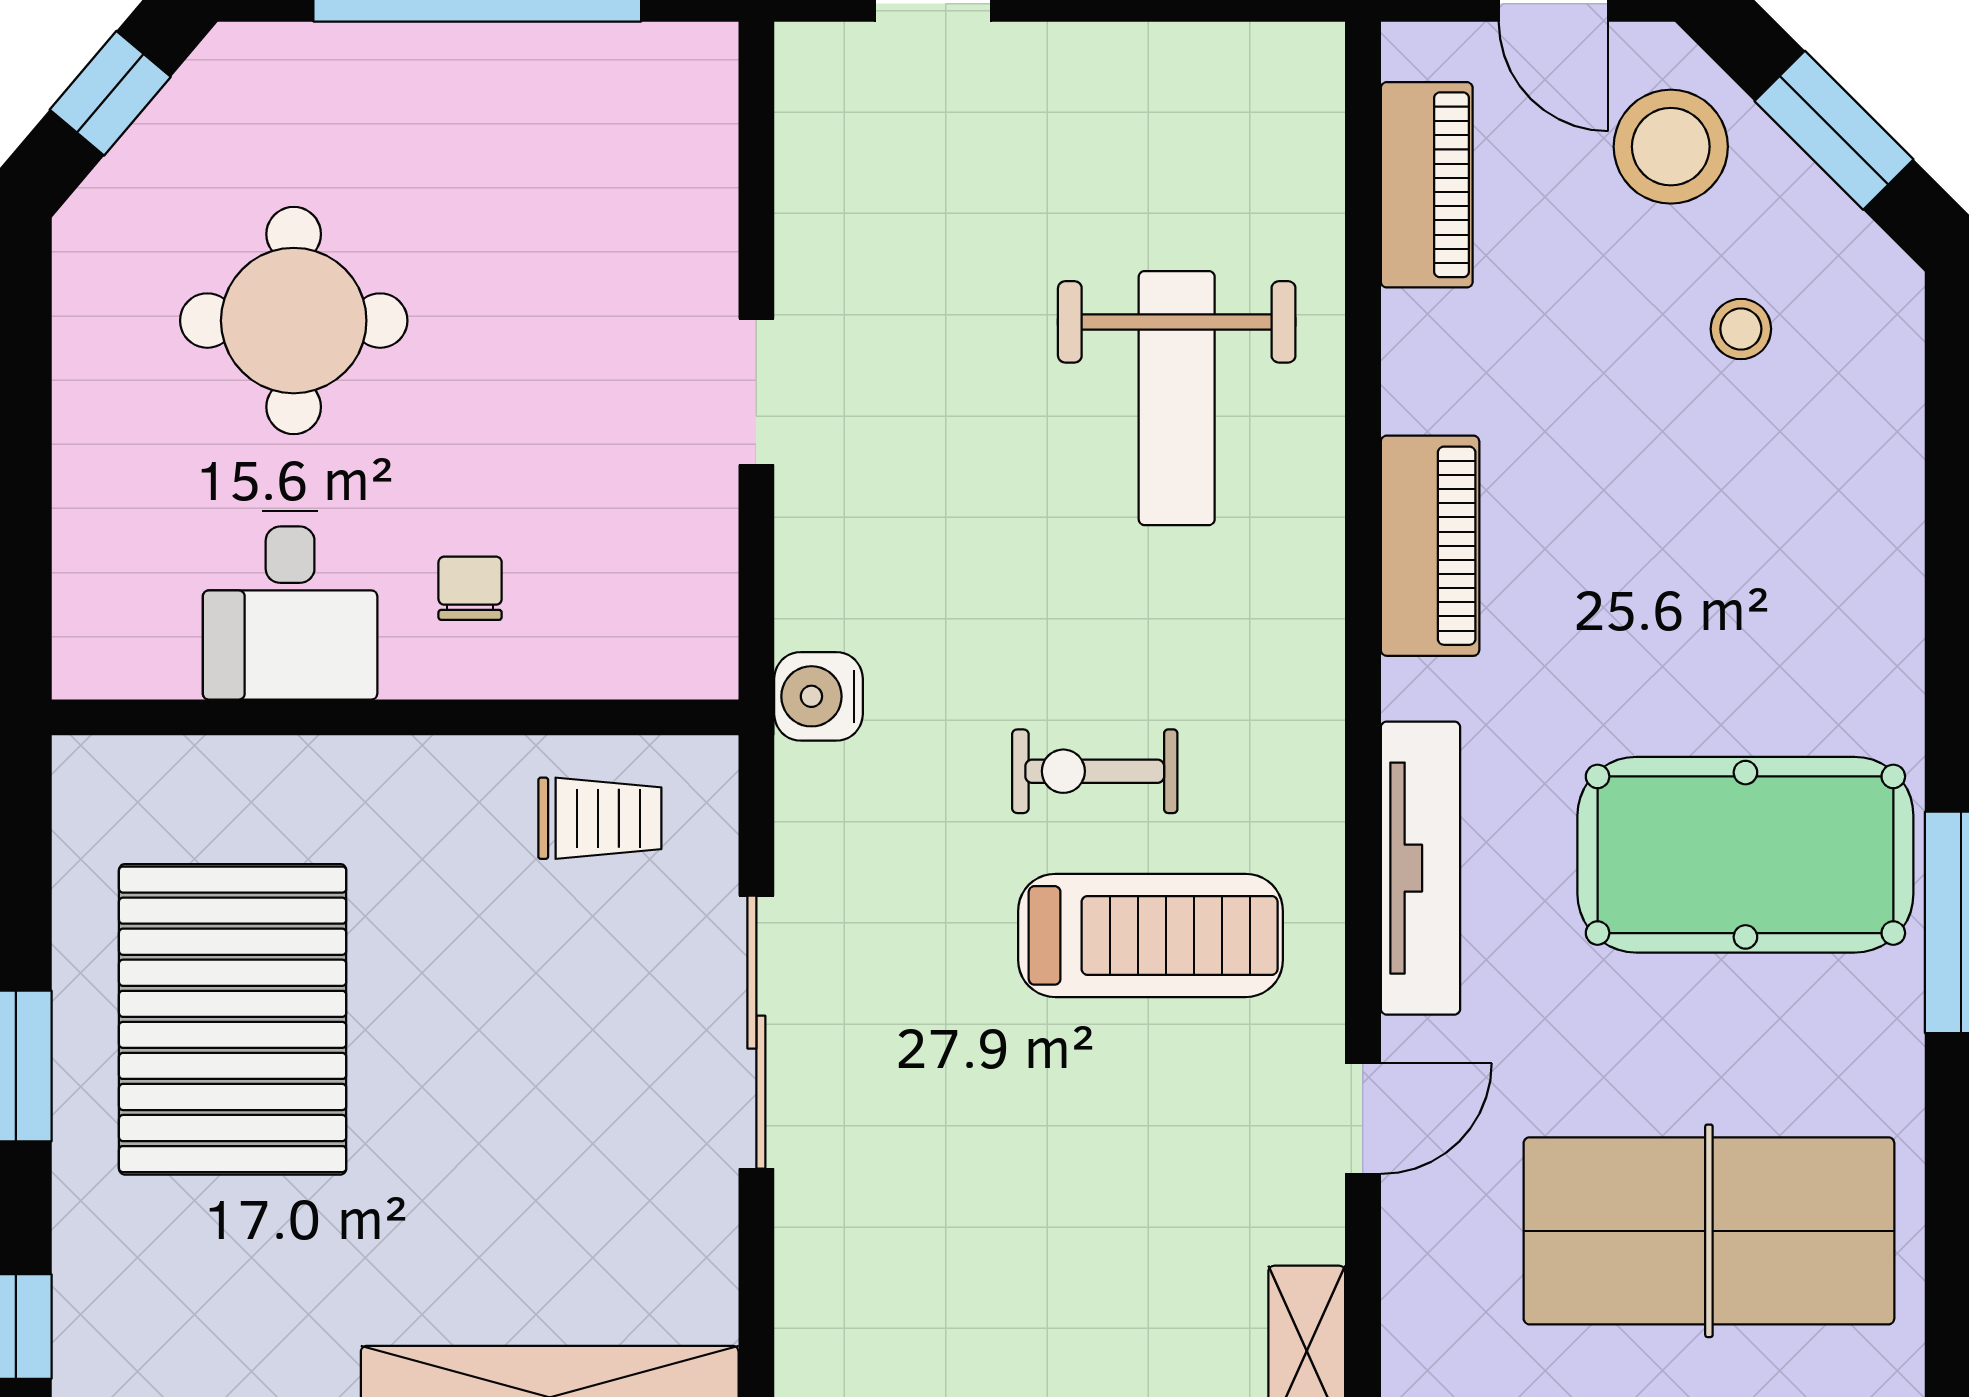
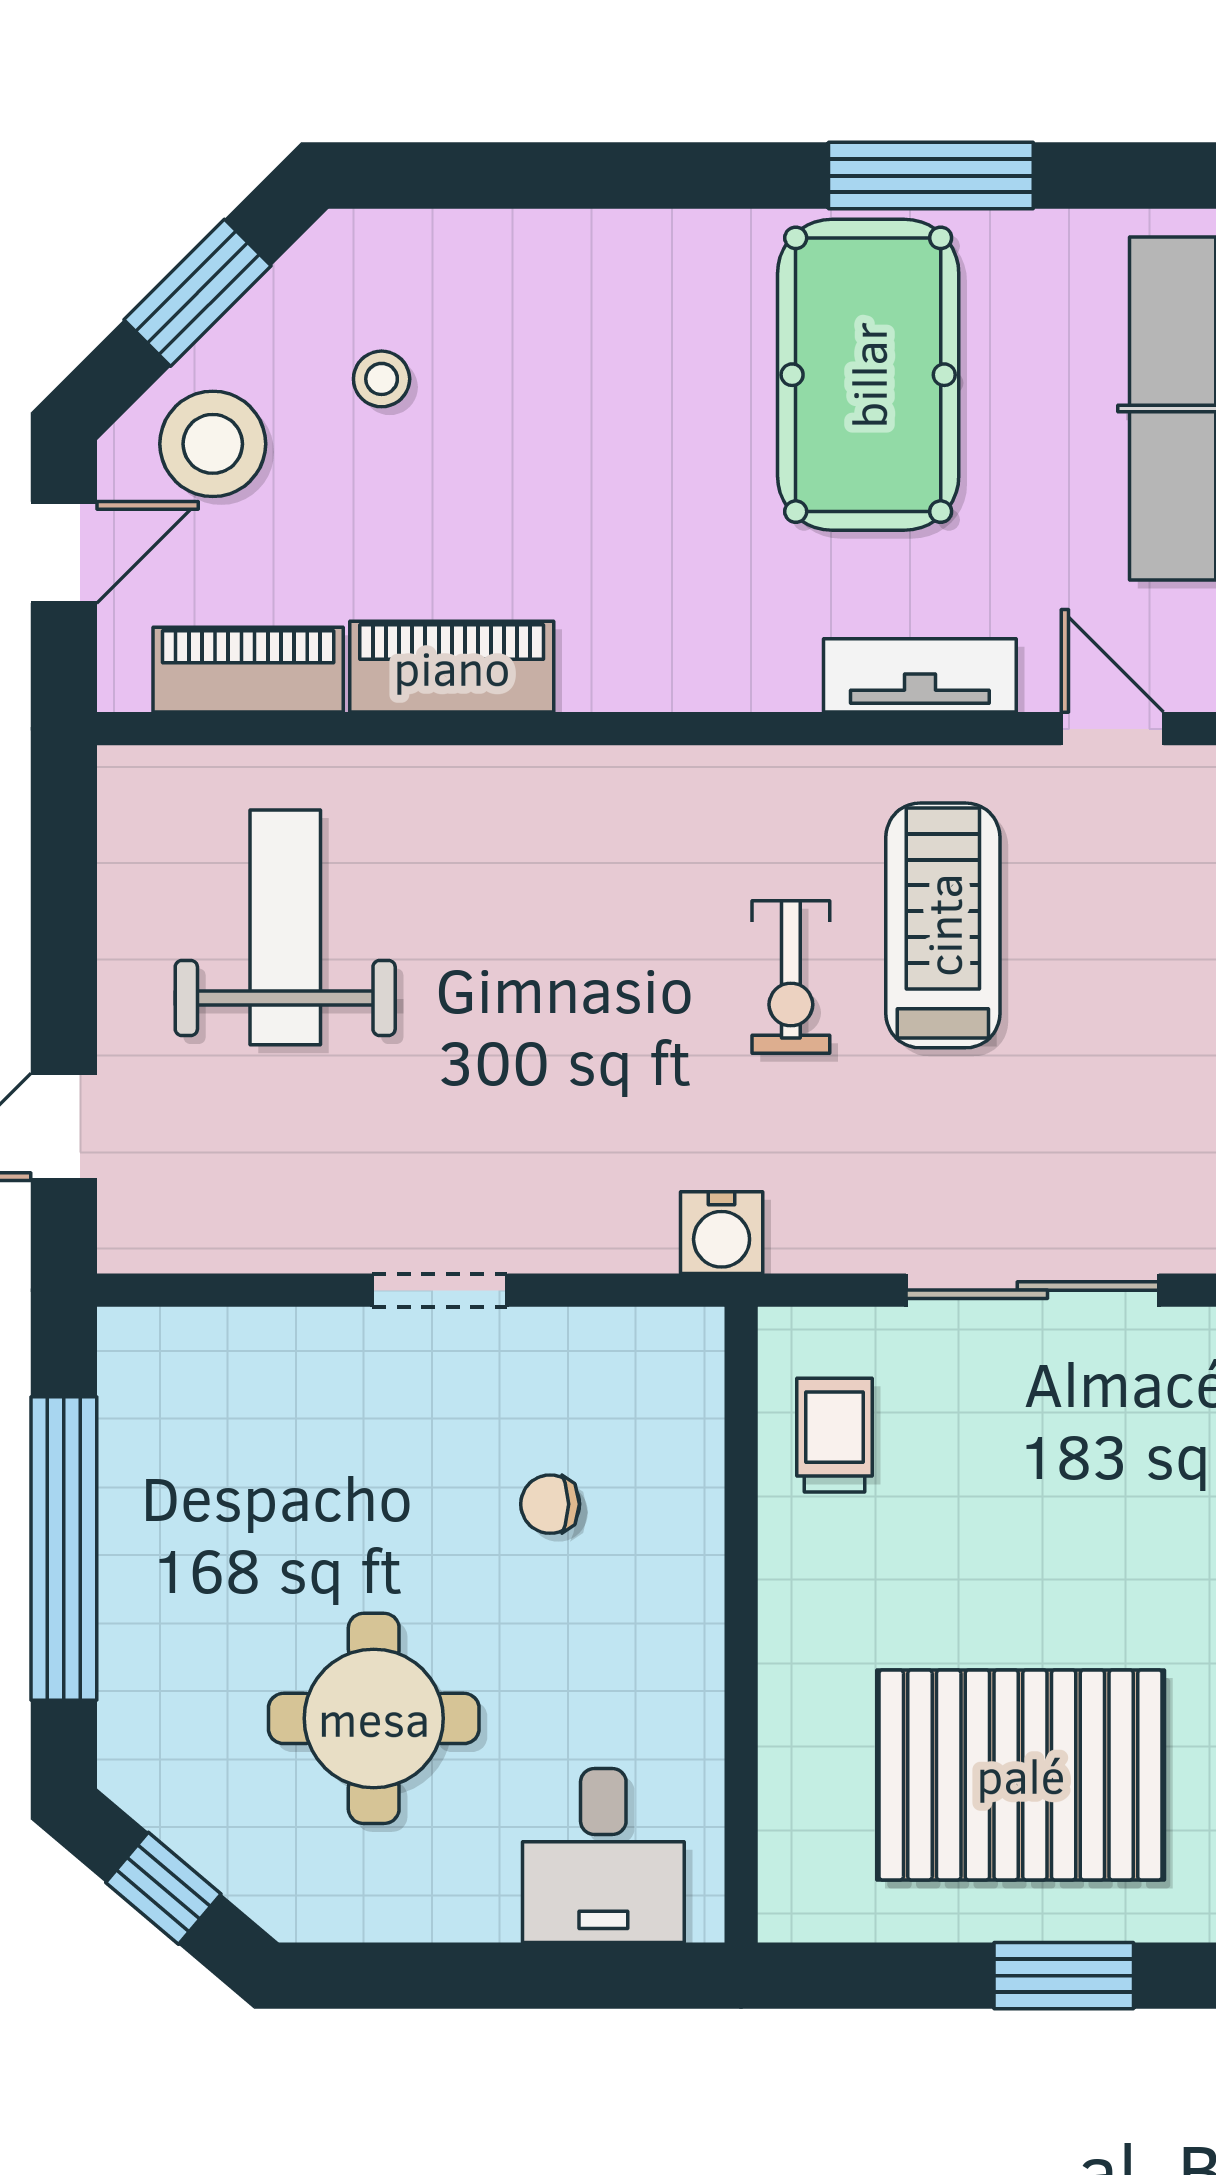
weight bench: (1177, 398) -> (285, 927), moved, turned -90
piano: (1430, 546) -> (452, 667), moved
chair: (470, 588) -> (550, 1504), moved
desk: (290, 605) -> (603, 1855), moved, turned 90
tv unit: (1421, 868) -> (920, 675), width x0.71

